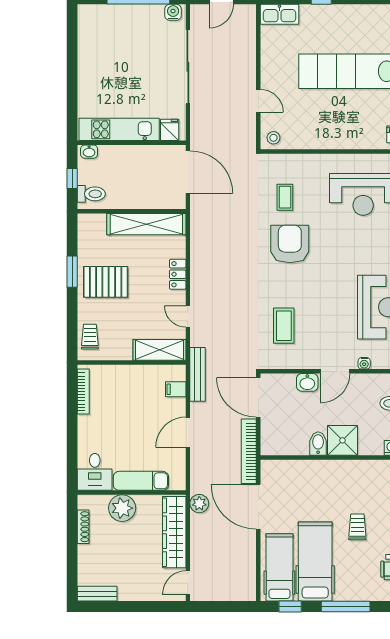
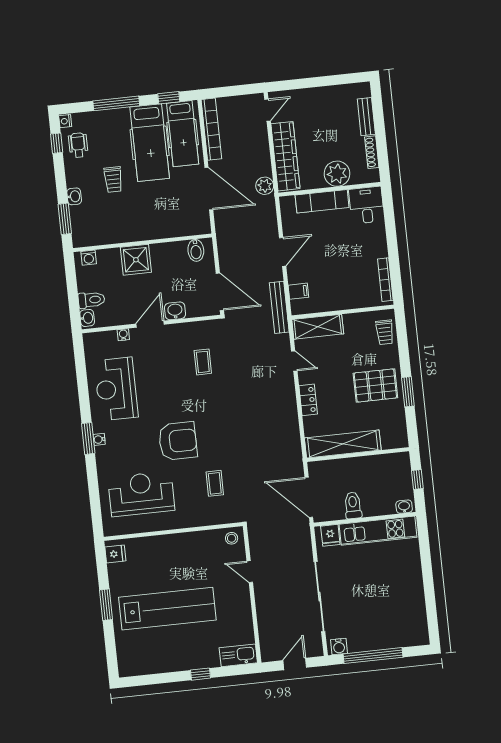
toilet: (91, 194) -> (353, 505), moved, turned 90
armchair: (290, 244) -> (178, 441), moved, turned -90
coffee table: (284, 326) -> (203, 362), width x0.73, depth x0.77
bidet: (318, 444) -> (196, 250), moved
bookcase: (249, 451) -> (211, 129), moved
bench: (97, 594) -> (366, 117), moved, turned 90

